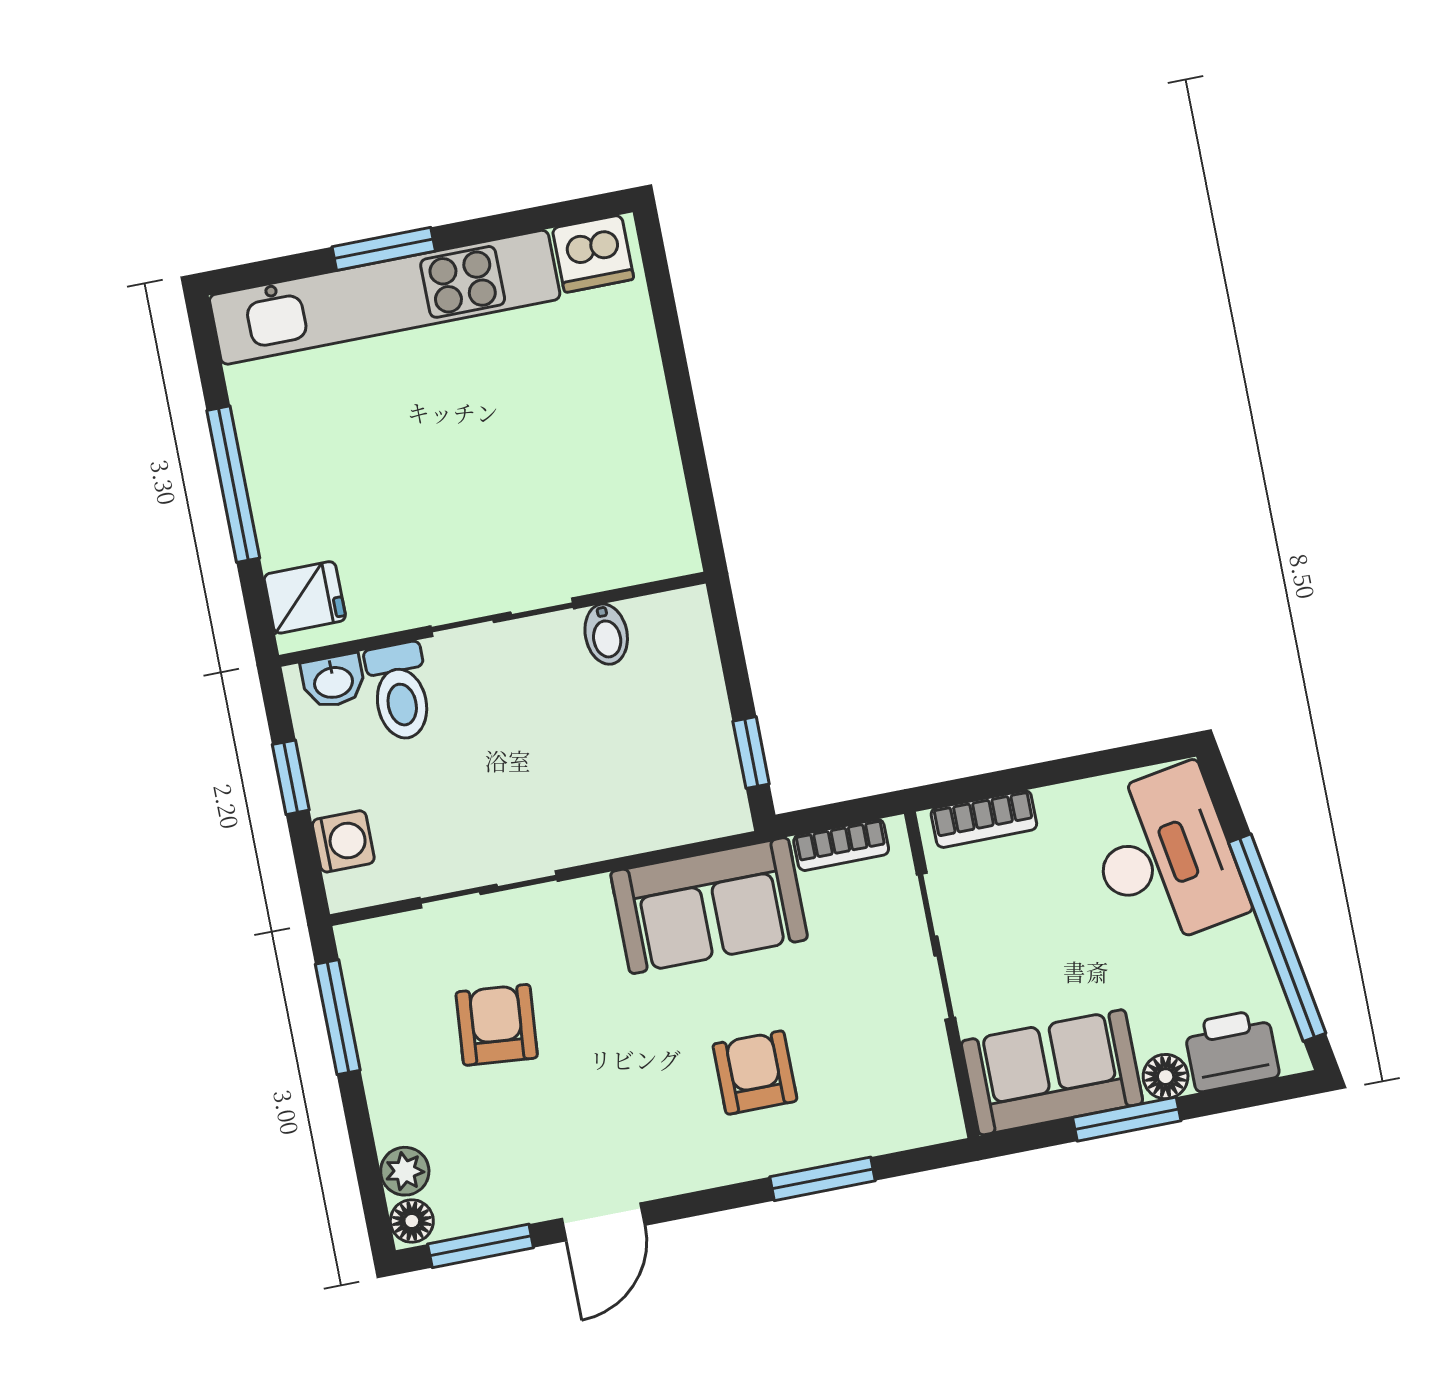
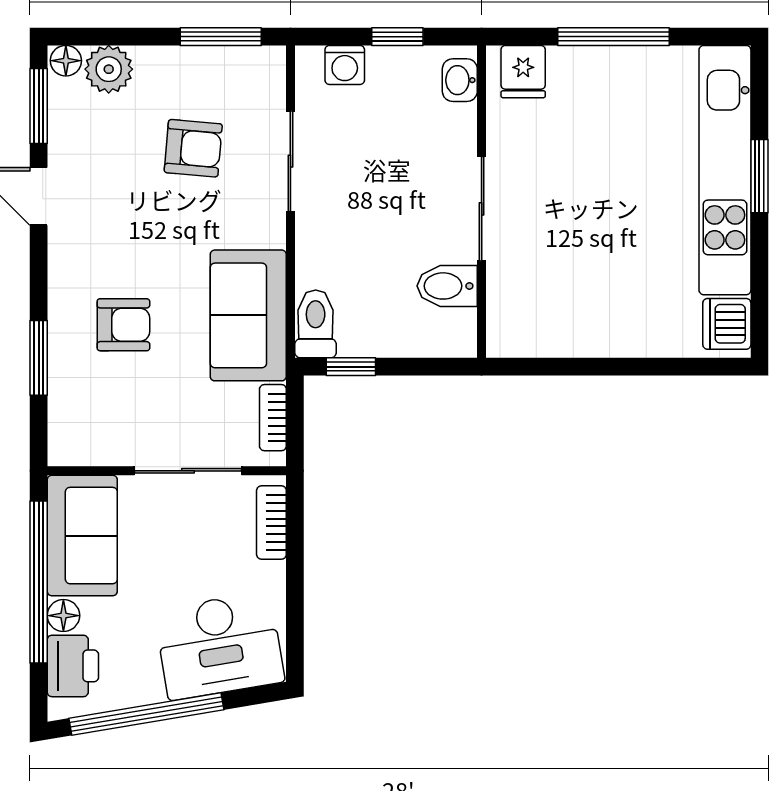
bidet: (606, 634) -> (447, 286), width x1.38, depth x1.36
toilet: (400, 692) -> (316, 324), moved, turned 90
window: (1127, 1119) -> (39, 582), width x2.11
plant: (405, 1171) -> (109, 69), width x1.38, depth x1.38

